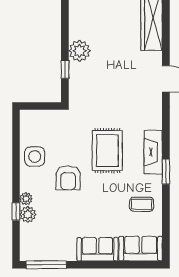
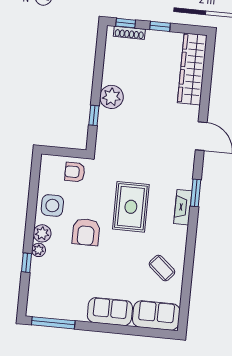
armchair: (52, 123) -> (75, 172), added
fireplace: (153, 152) -> (183, 207), width x0.73, depth x0.76
window: (166, 172) -> (196, 193), moved
coffee table: (142, 204) -> (162, 268), turned 41
plant: (28, 214) -> (42, 233), moved

